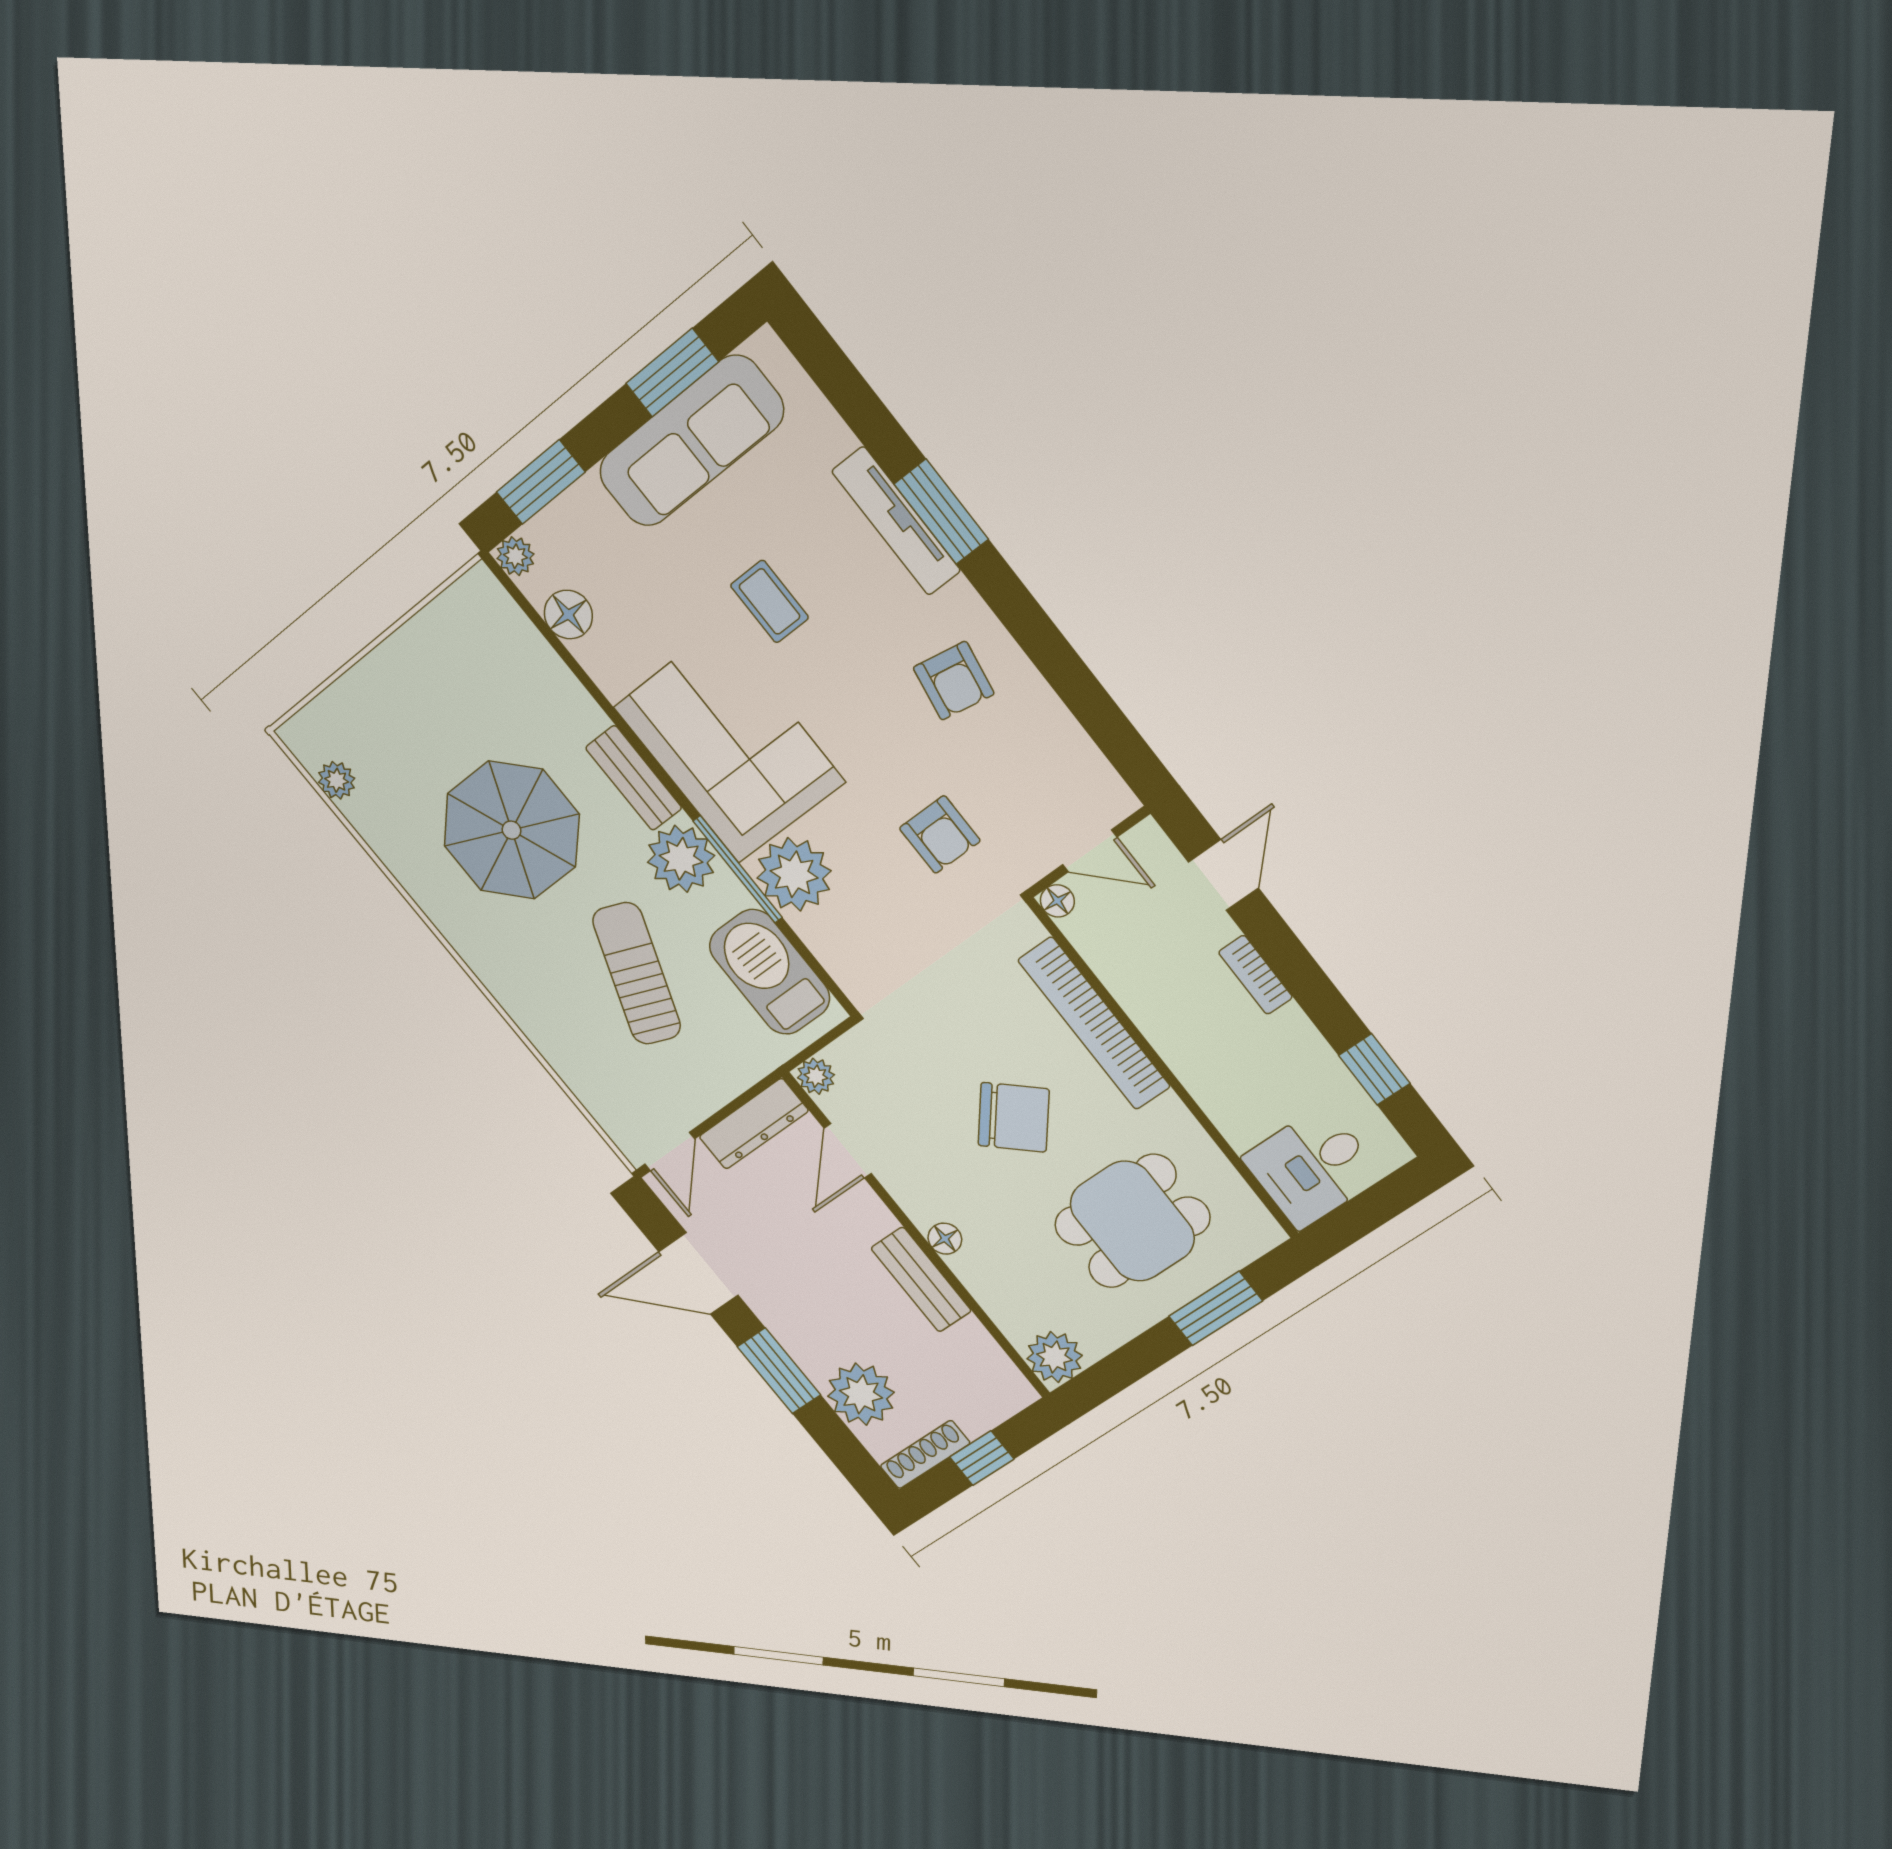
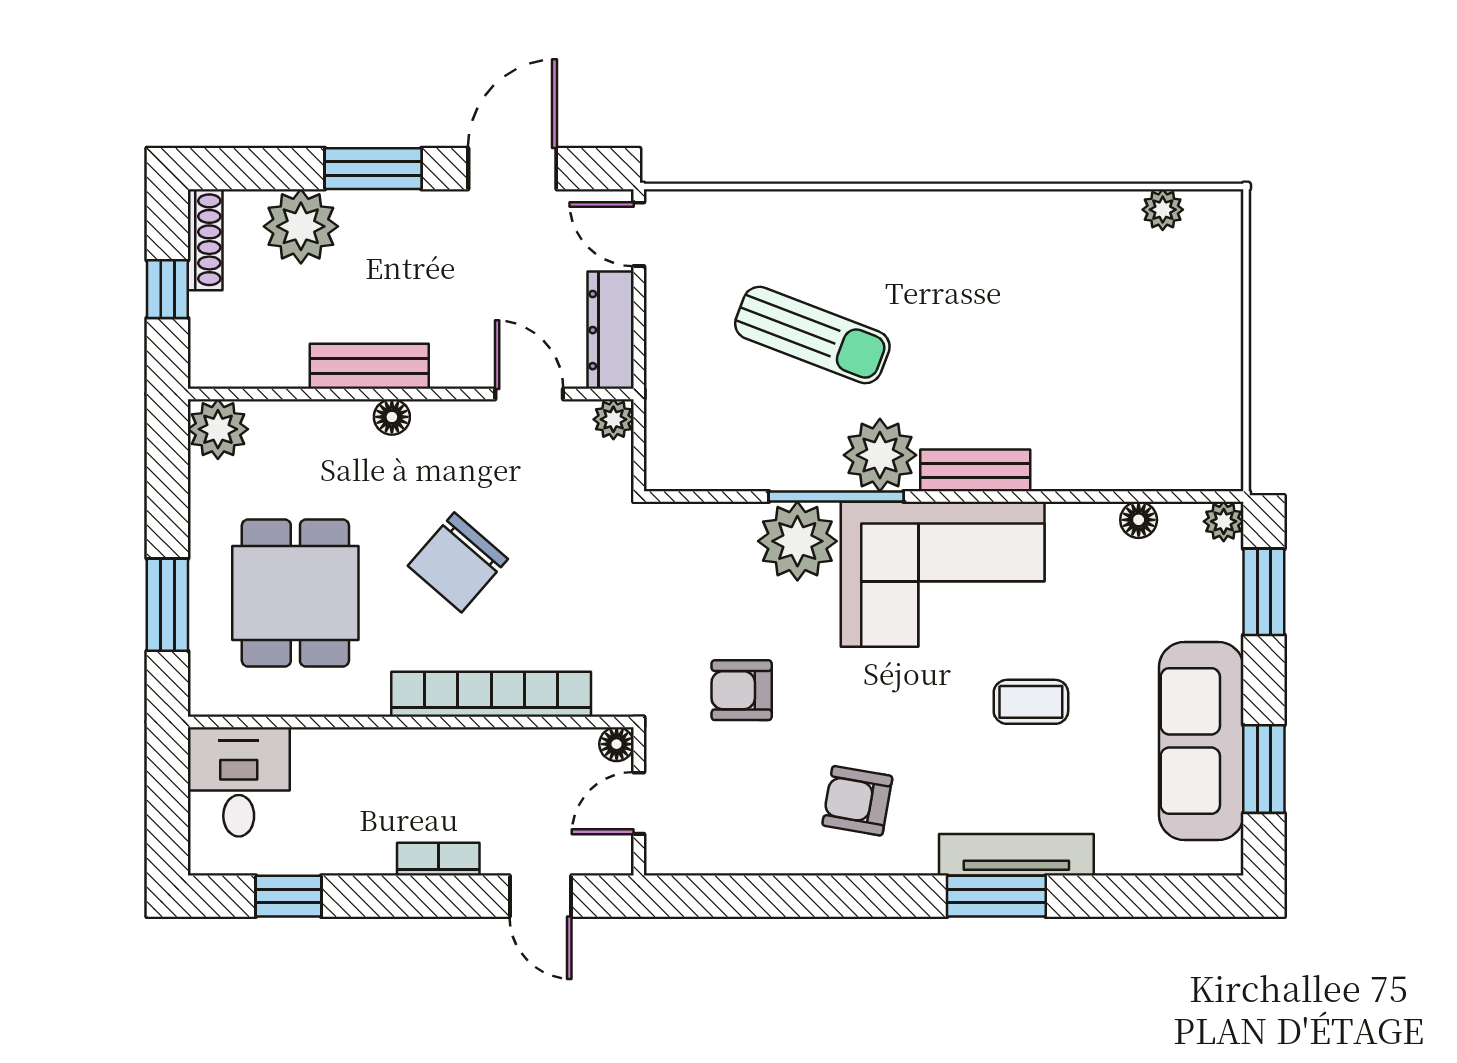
floor lamp: (568, 614) -> (1139, 520), width x0.73, depth x0.73
parasol: (512, 830) -> (1010, 328), removed
barbecue: (770, 972) -> (731, 452), removed

